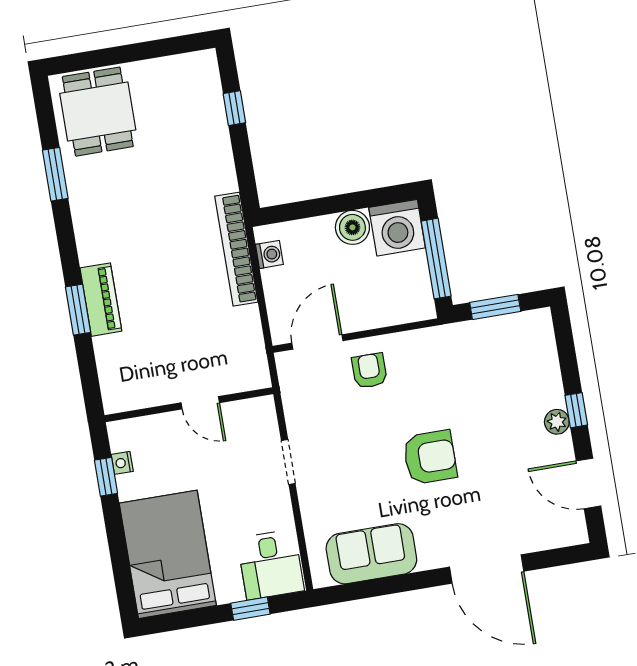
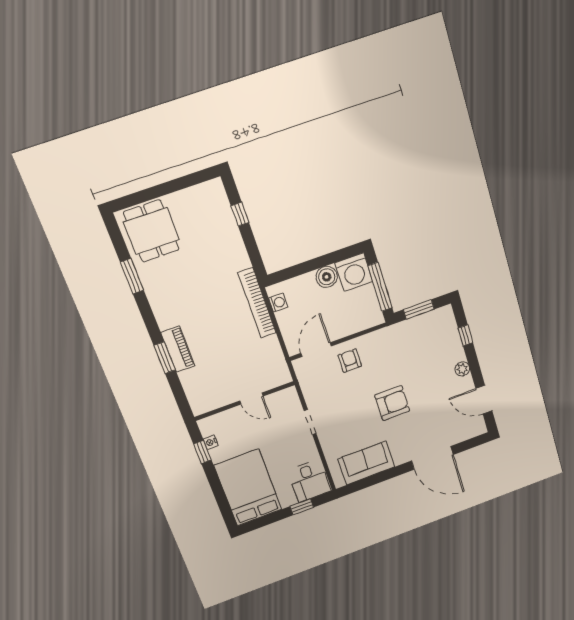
window: (576, 410) -> (465, 335), moved

